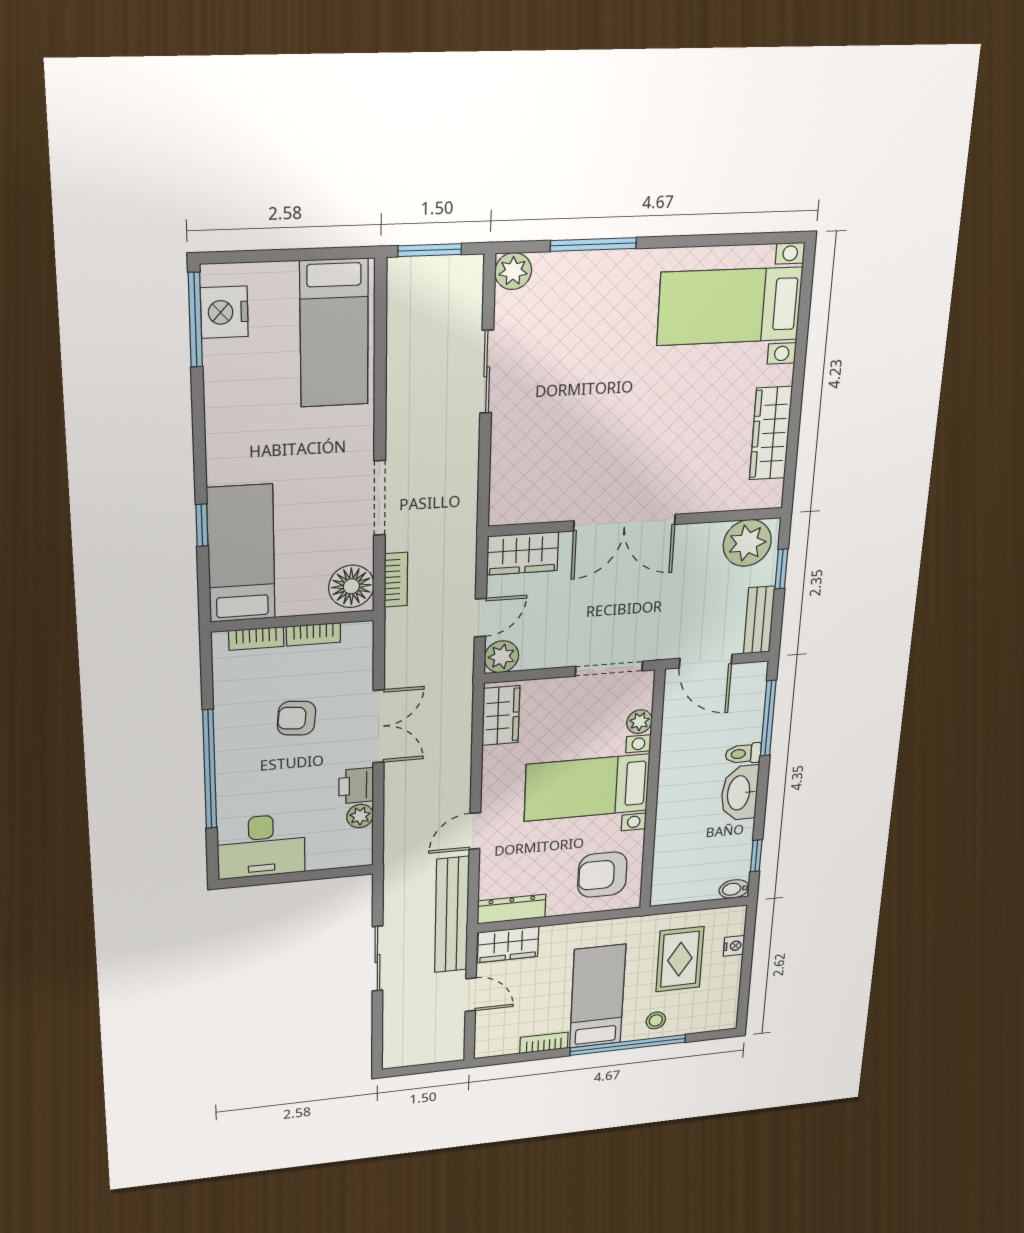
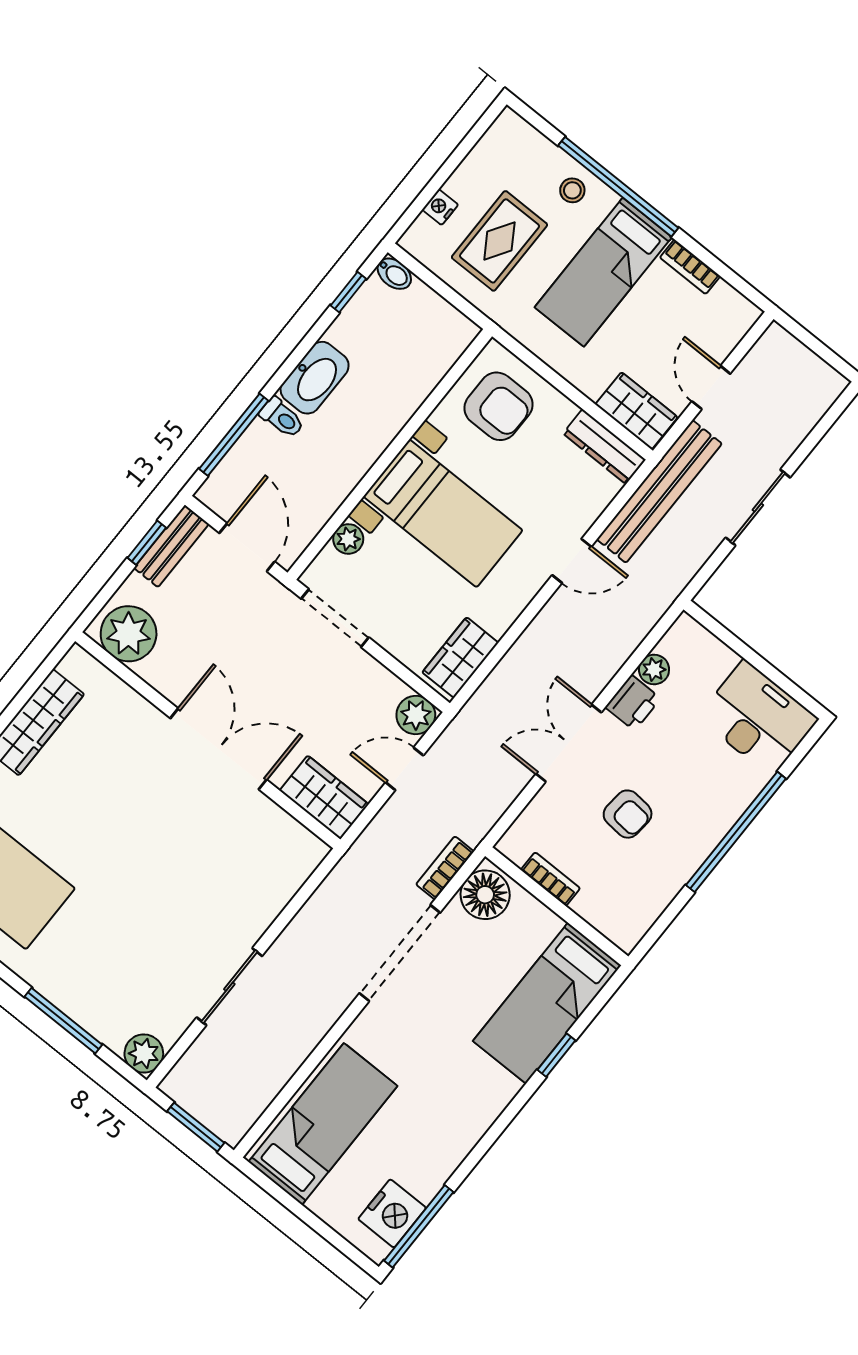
doorway: (380, 498) -> (400, 953), width x1.36
window: (781, 569) -> (147, 543), moved
bookcase: (256, 639) -> (598, 917), removed

